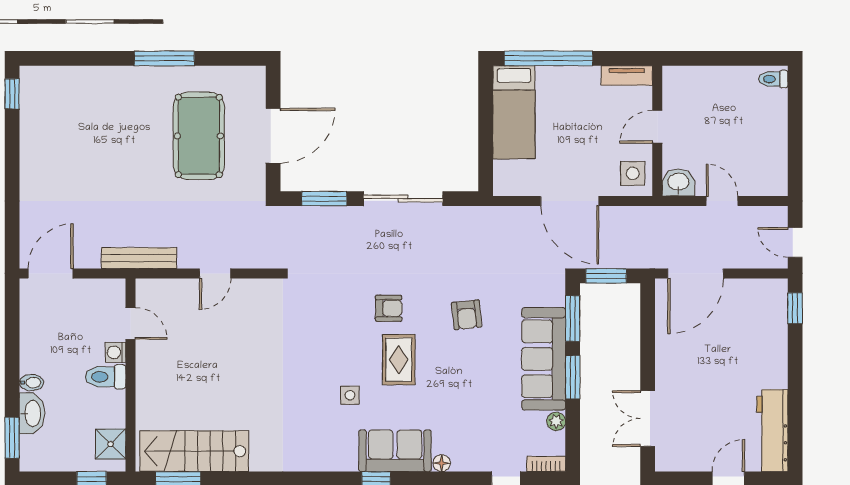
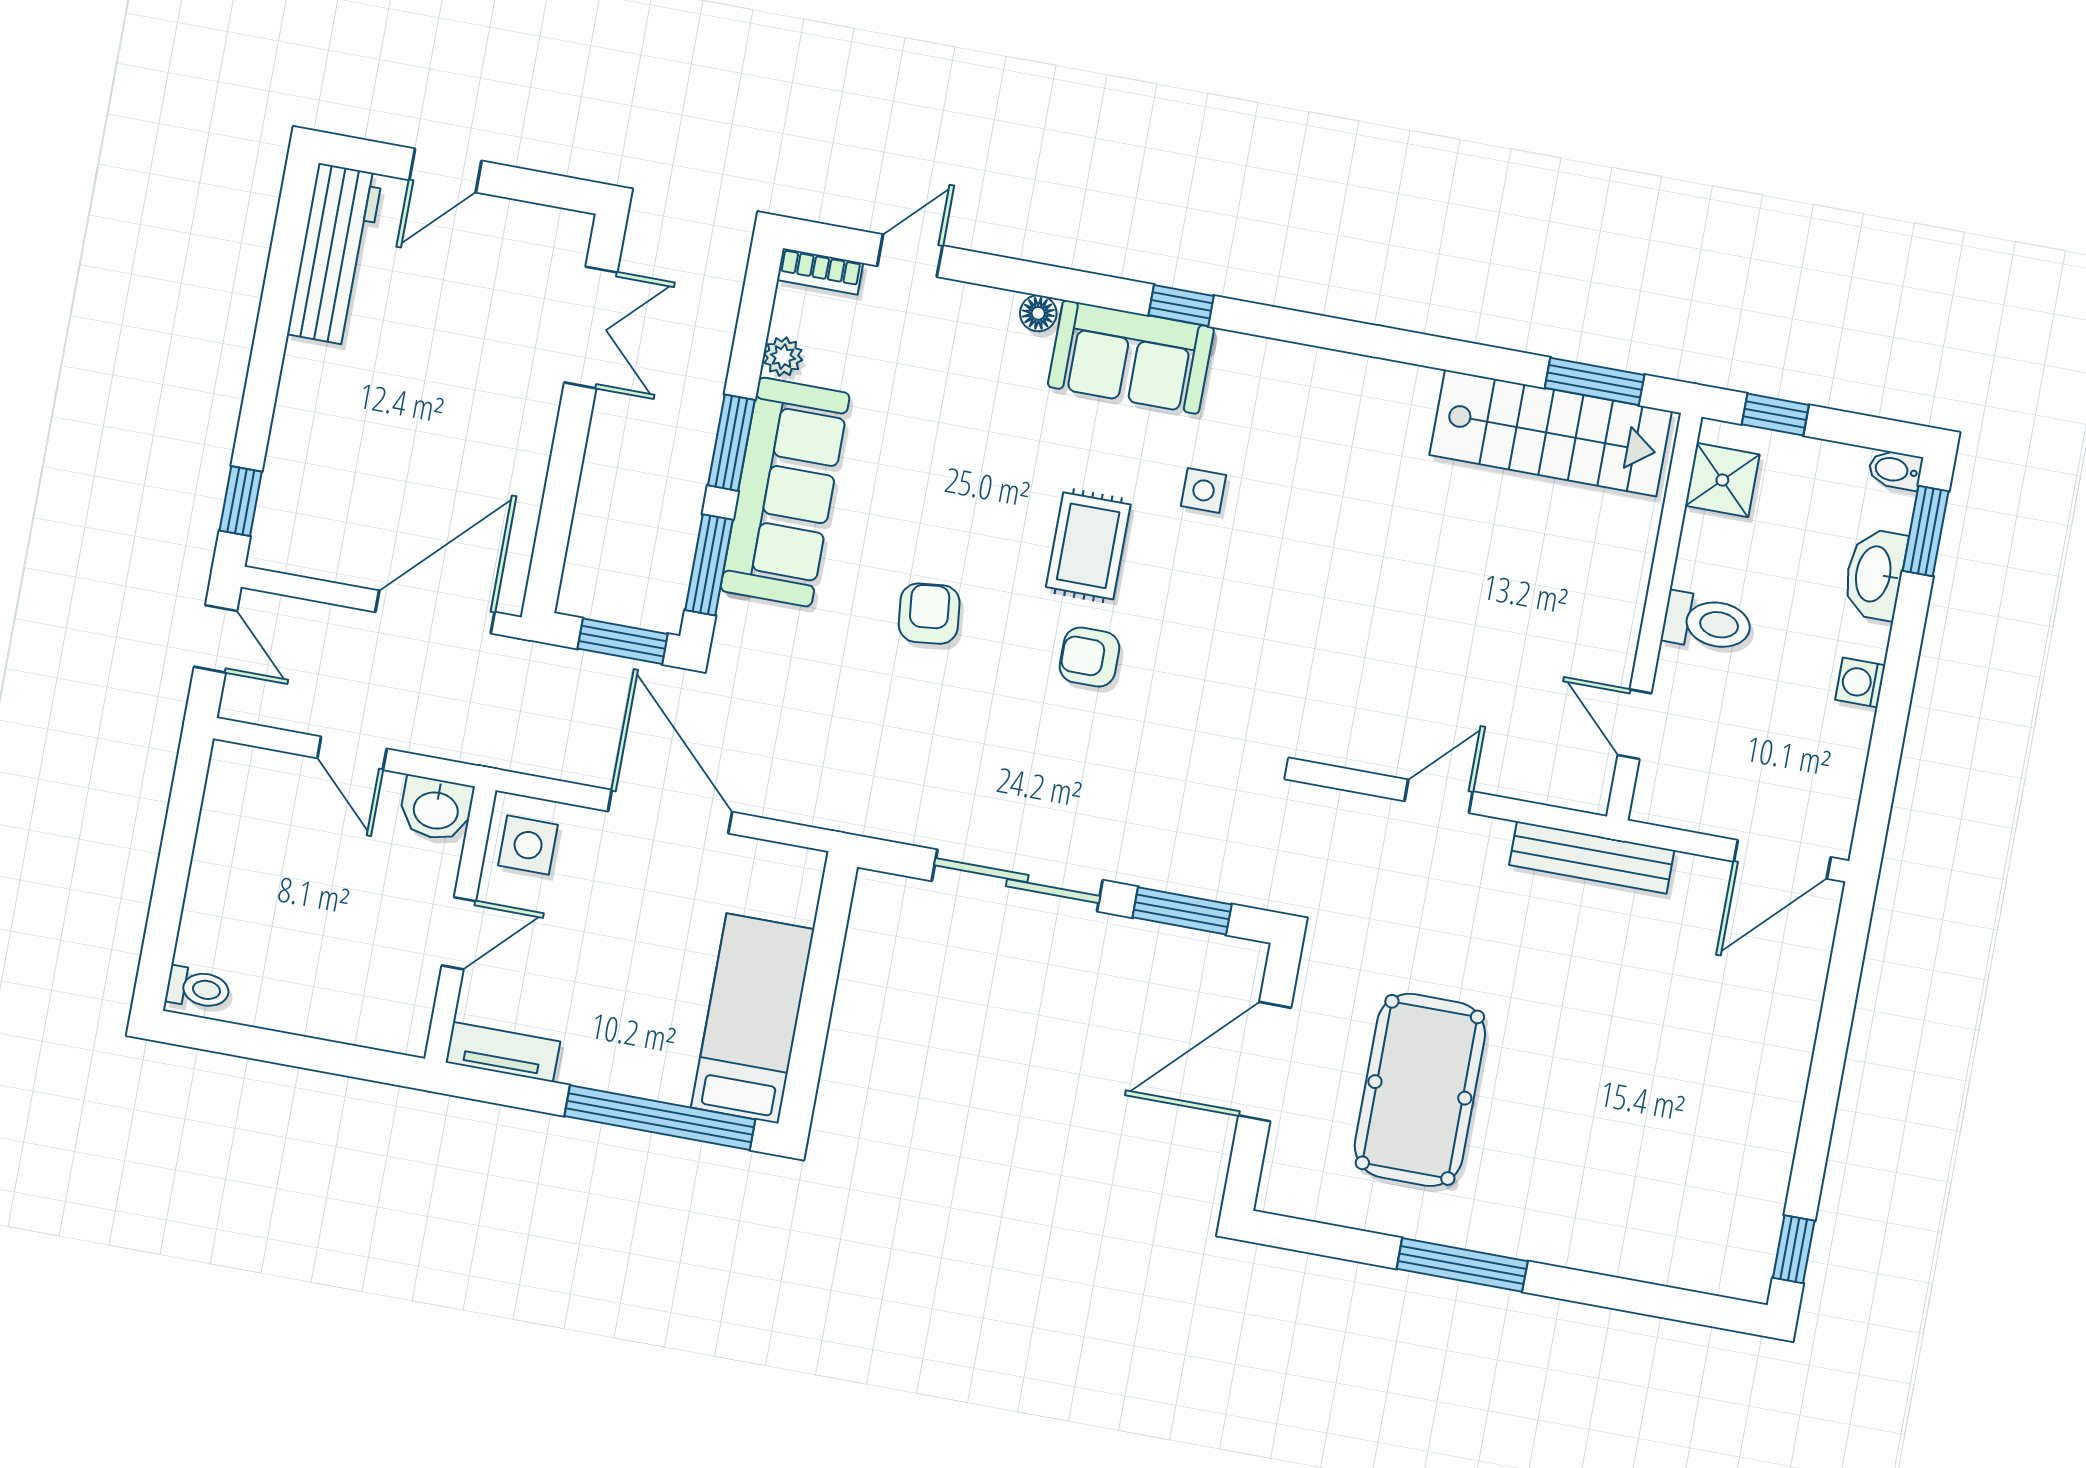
washing machine: (116, 352) -> (1860, 683), moved, turned 180
bidet: (31, 383) -> (1895, 470), moved

